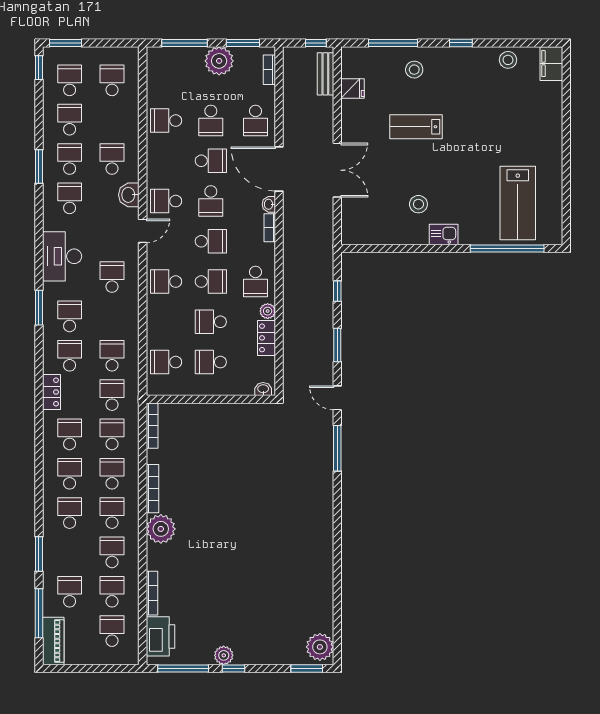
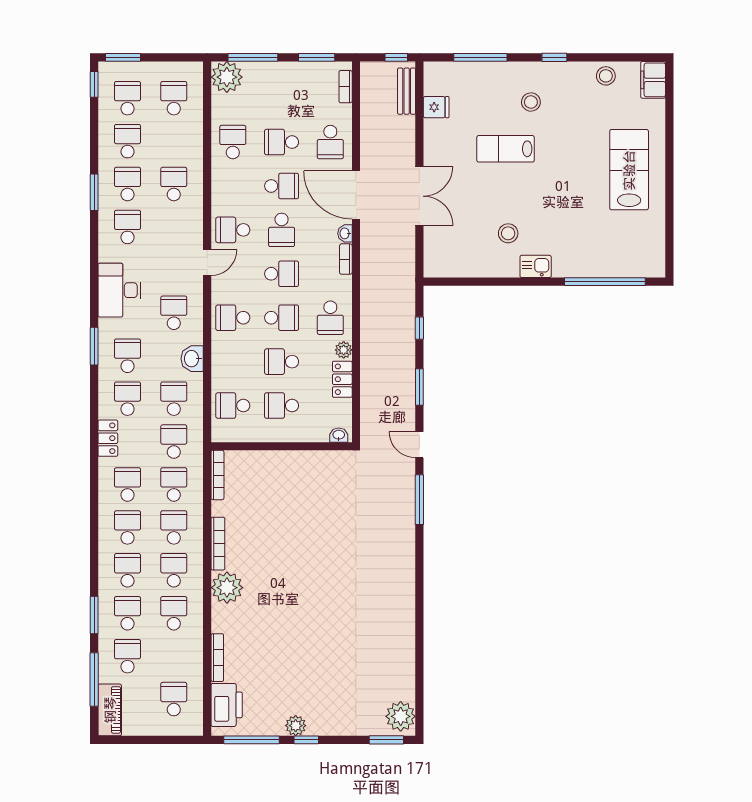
plant: (219, 61) -> (227, 77), moved
stool: (414, 70) -> (531, 102), moved
school desk: (166, 121) -> (233, 142), turned 90
school desk: (211, 121) -> (282, 142), turned 90
washbasin: (129, 195) -> (192, 359), moved
lab bench: (518, 203) -> (629, 170), moved, turned 180
school desk: (112, 592) -> (127, 613), moved

